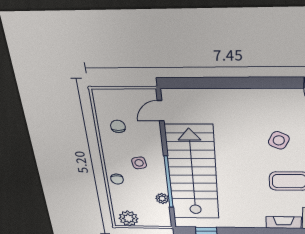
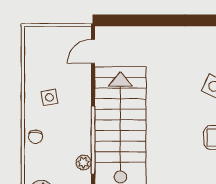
chair: (118, 126) -> (46, 70), removed
side table: (139, 163) -> (49, 97), moved

